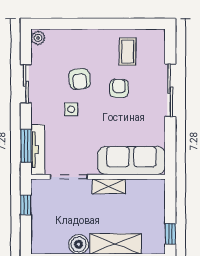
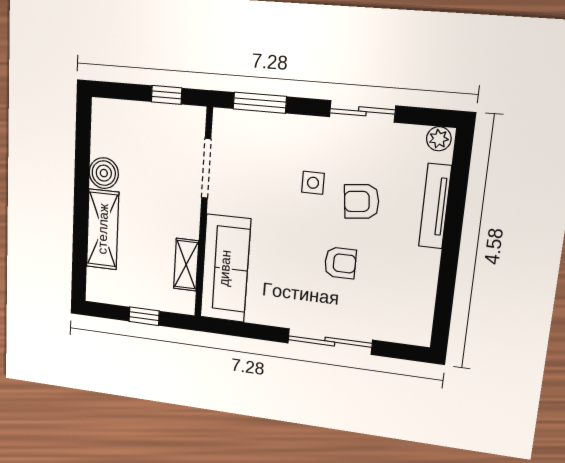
coffee table: (128, 52) -> (399, 284), removed
tv unit: (38, 150) -> (435, 206), moved, turned 90
shelving: (109, 186) -> (186, 265), moved
window: (170, 234) -> (144, 316), moved

